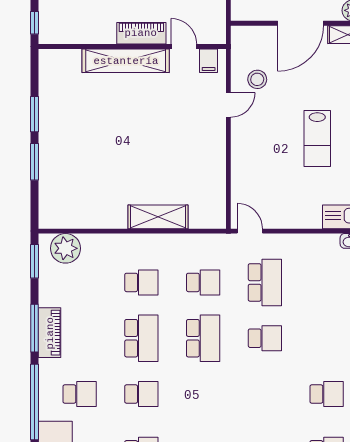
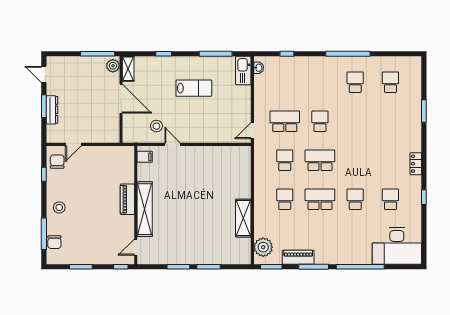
door: (184, 47) -> (136, 247), moved
shelving: (158, 217) -> (243, 218), moved
piano: (50, 333) -> (298, 257), moved
school desk: (80, 394) -> (355, 238), removed

